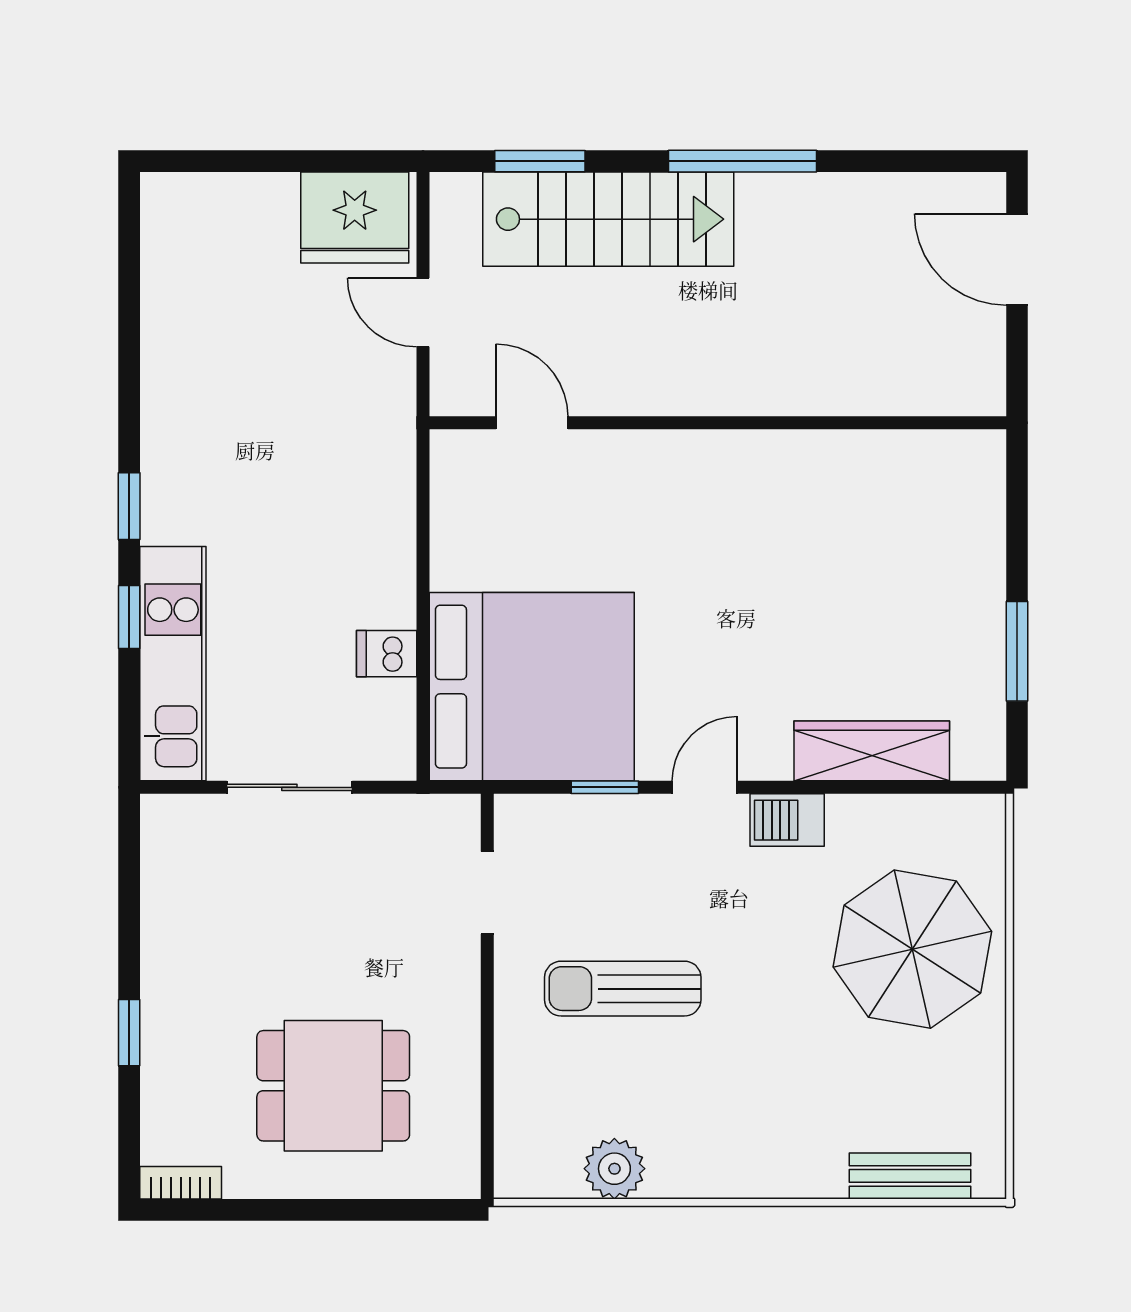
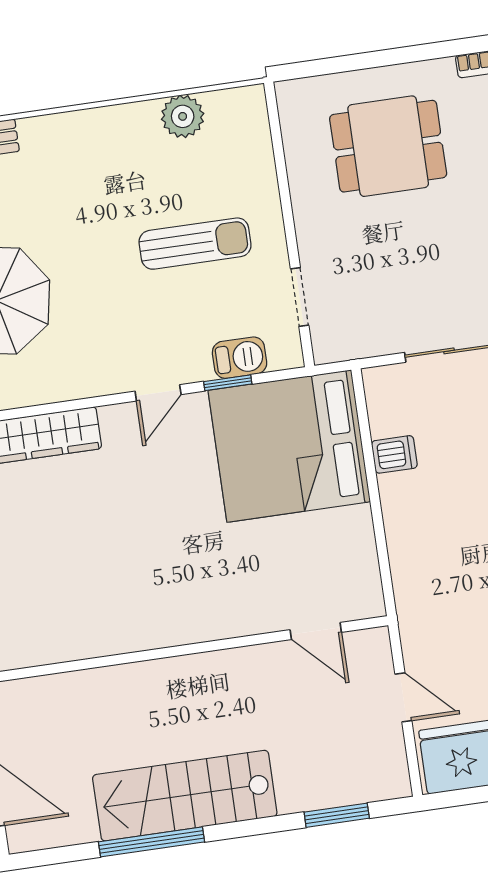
window: (743, 161) -> (151, 842), moved
stairs: (608, 219) -> (185, 796), moved
barbecue: (787, 820) -> (240, 358), moved

